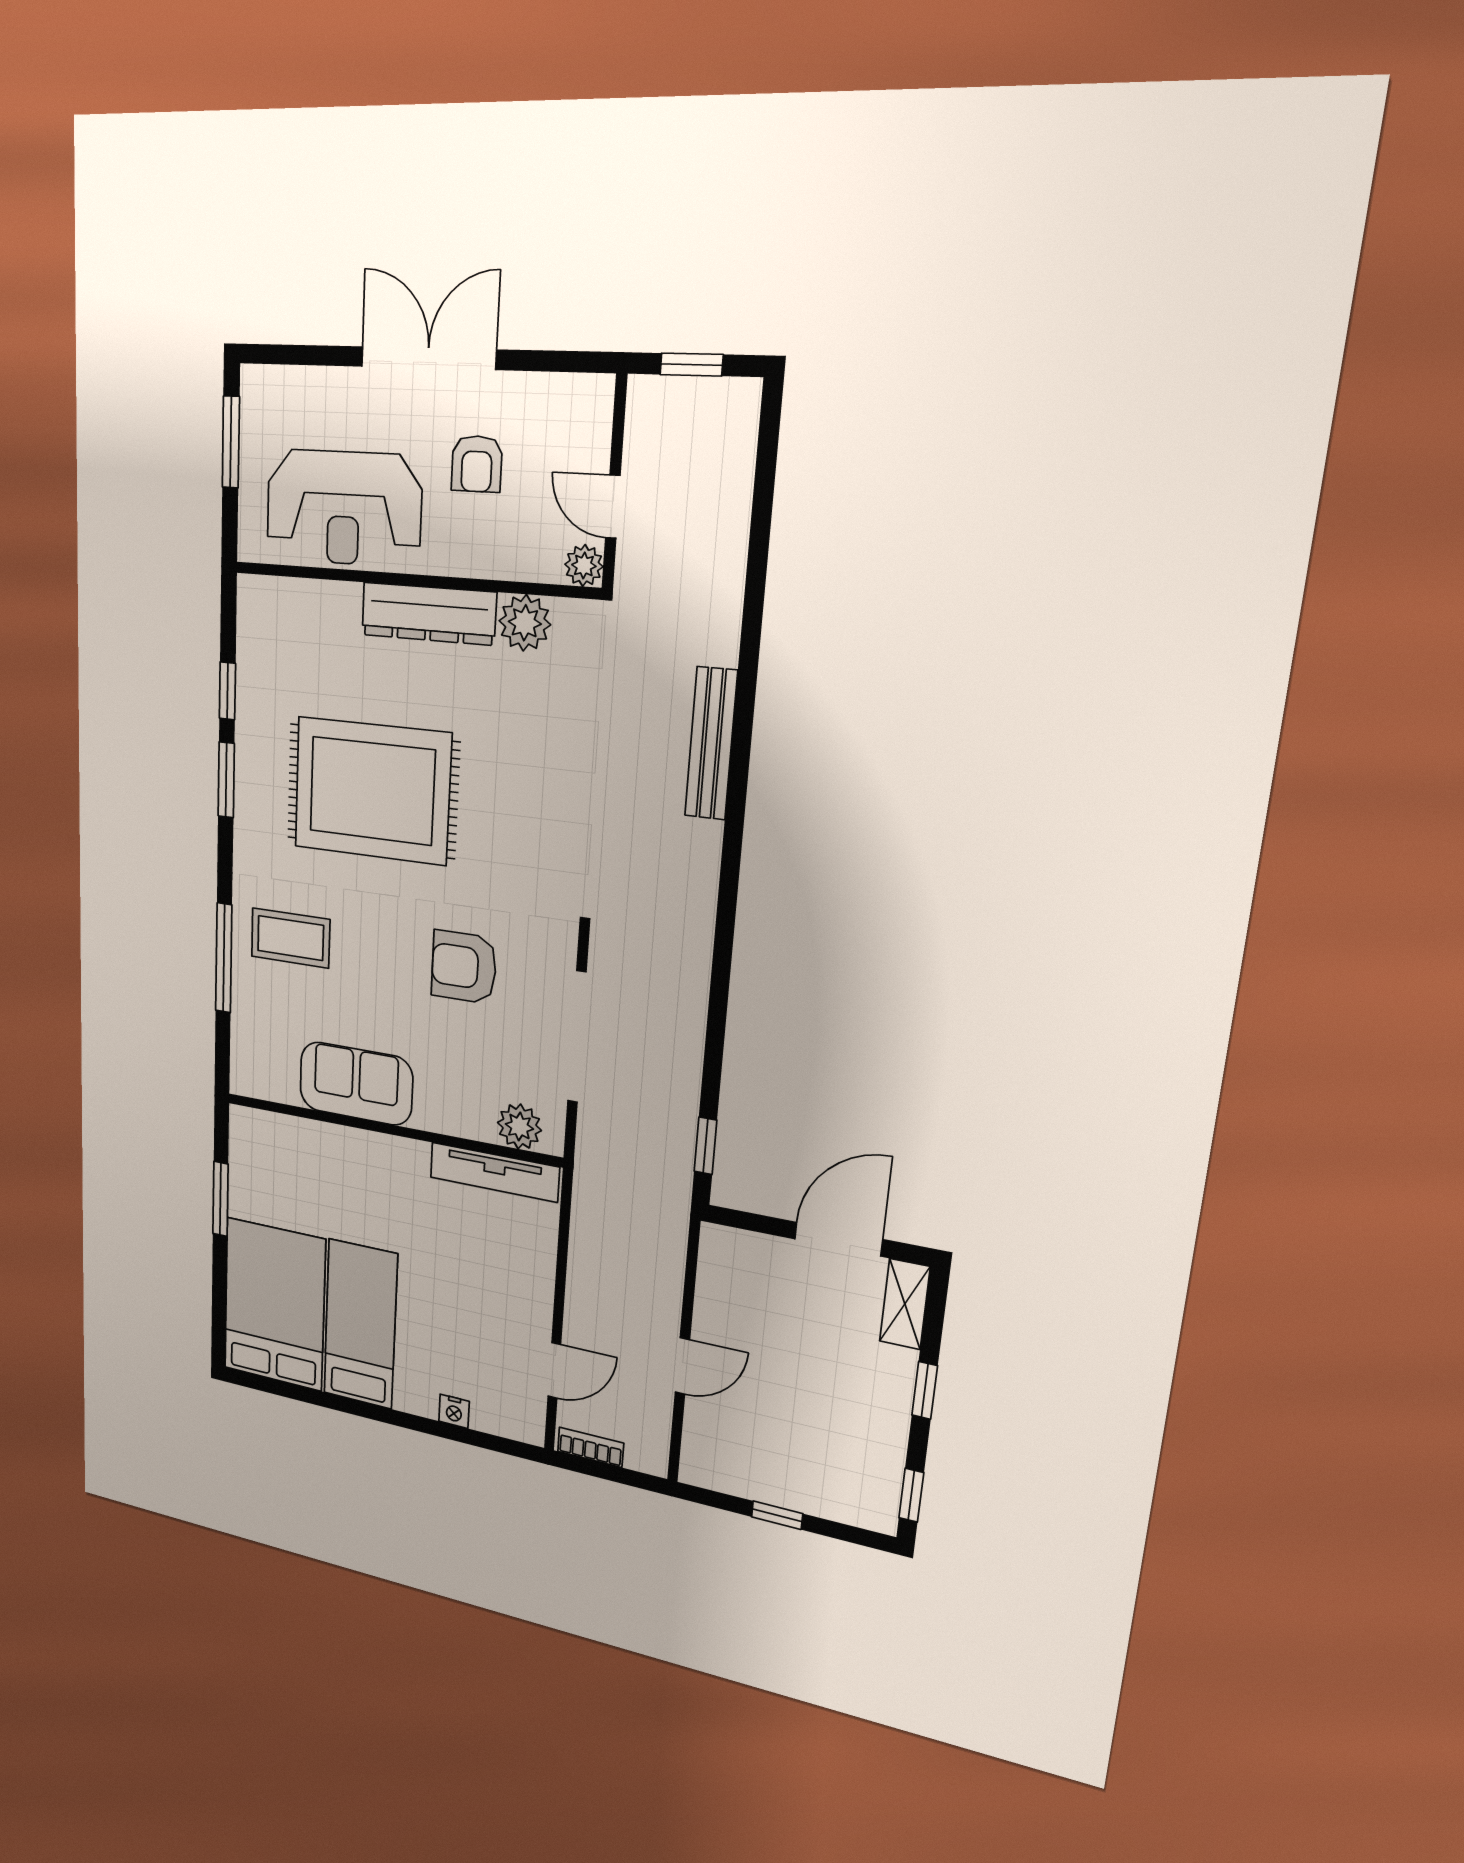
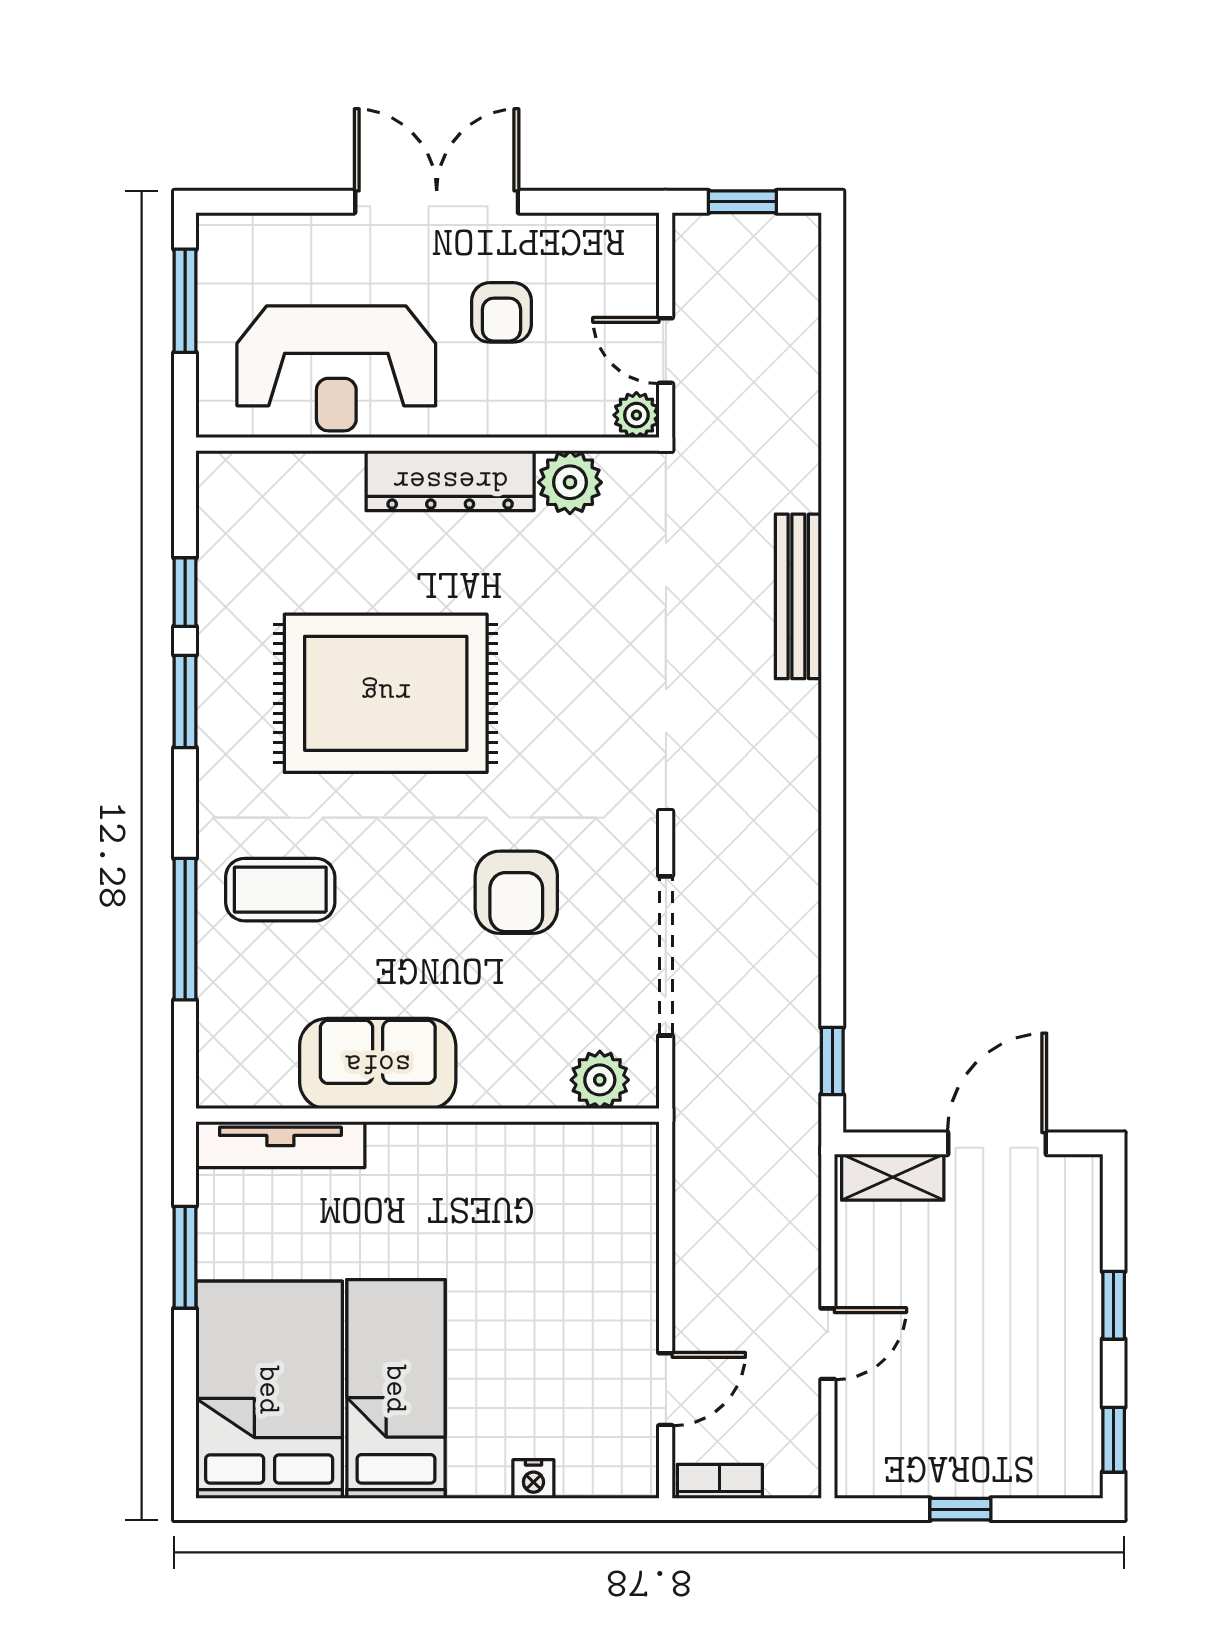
armchair: (464, 967) -> (516, 892), turned -90
tv unit: (494, 1172) -> (280, 1145), moved
shelving: (905, 1304) -> (893, 1177), moved, turned 90

